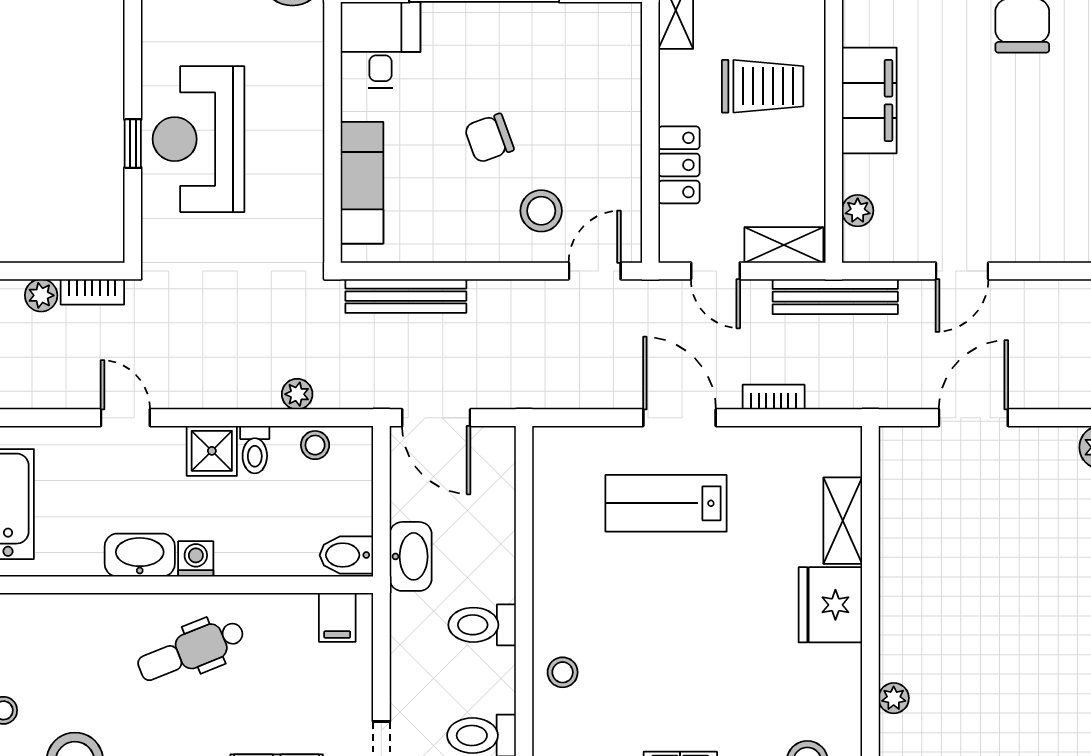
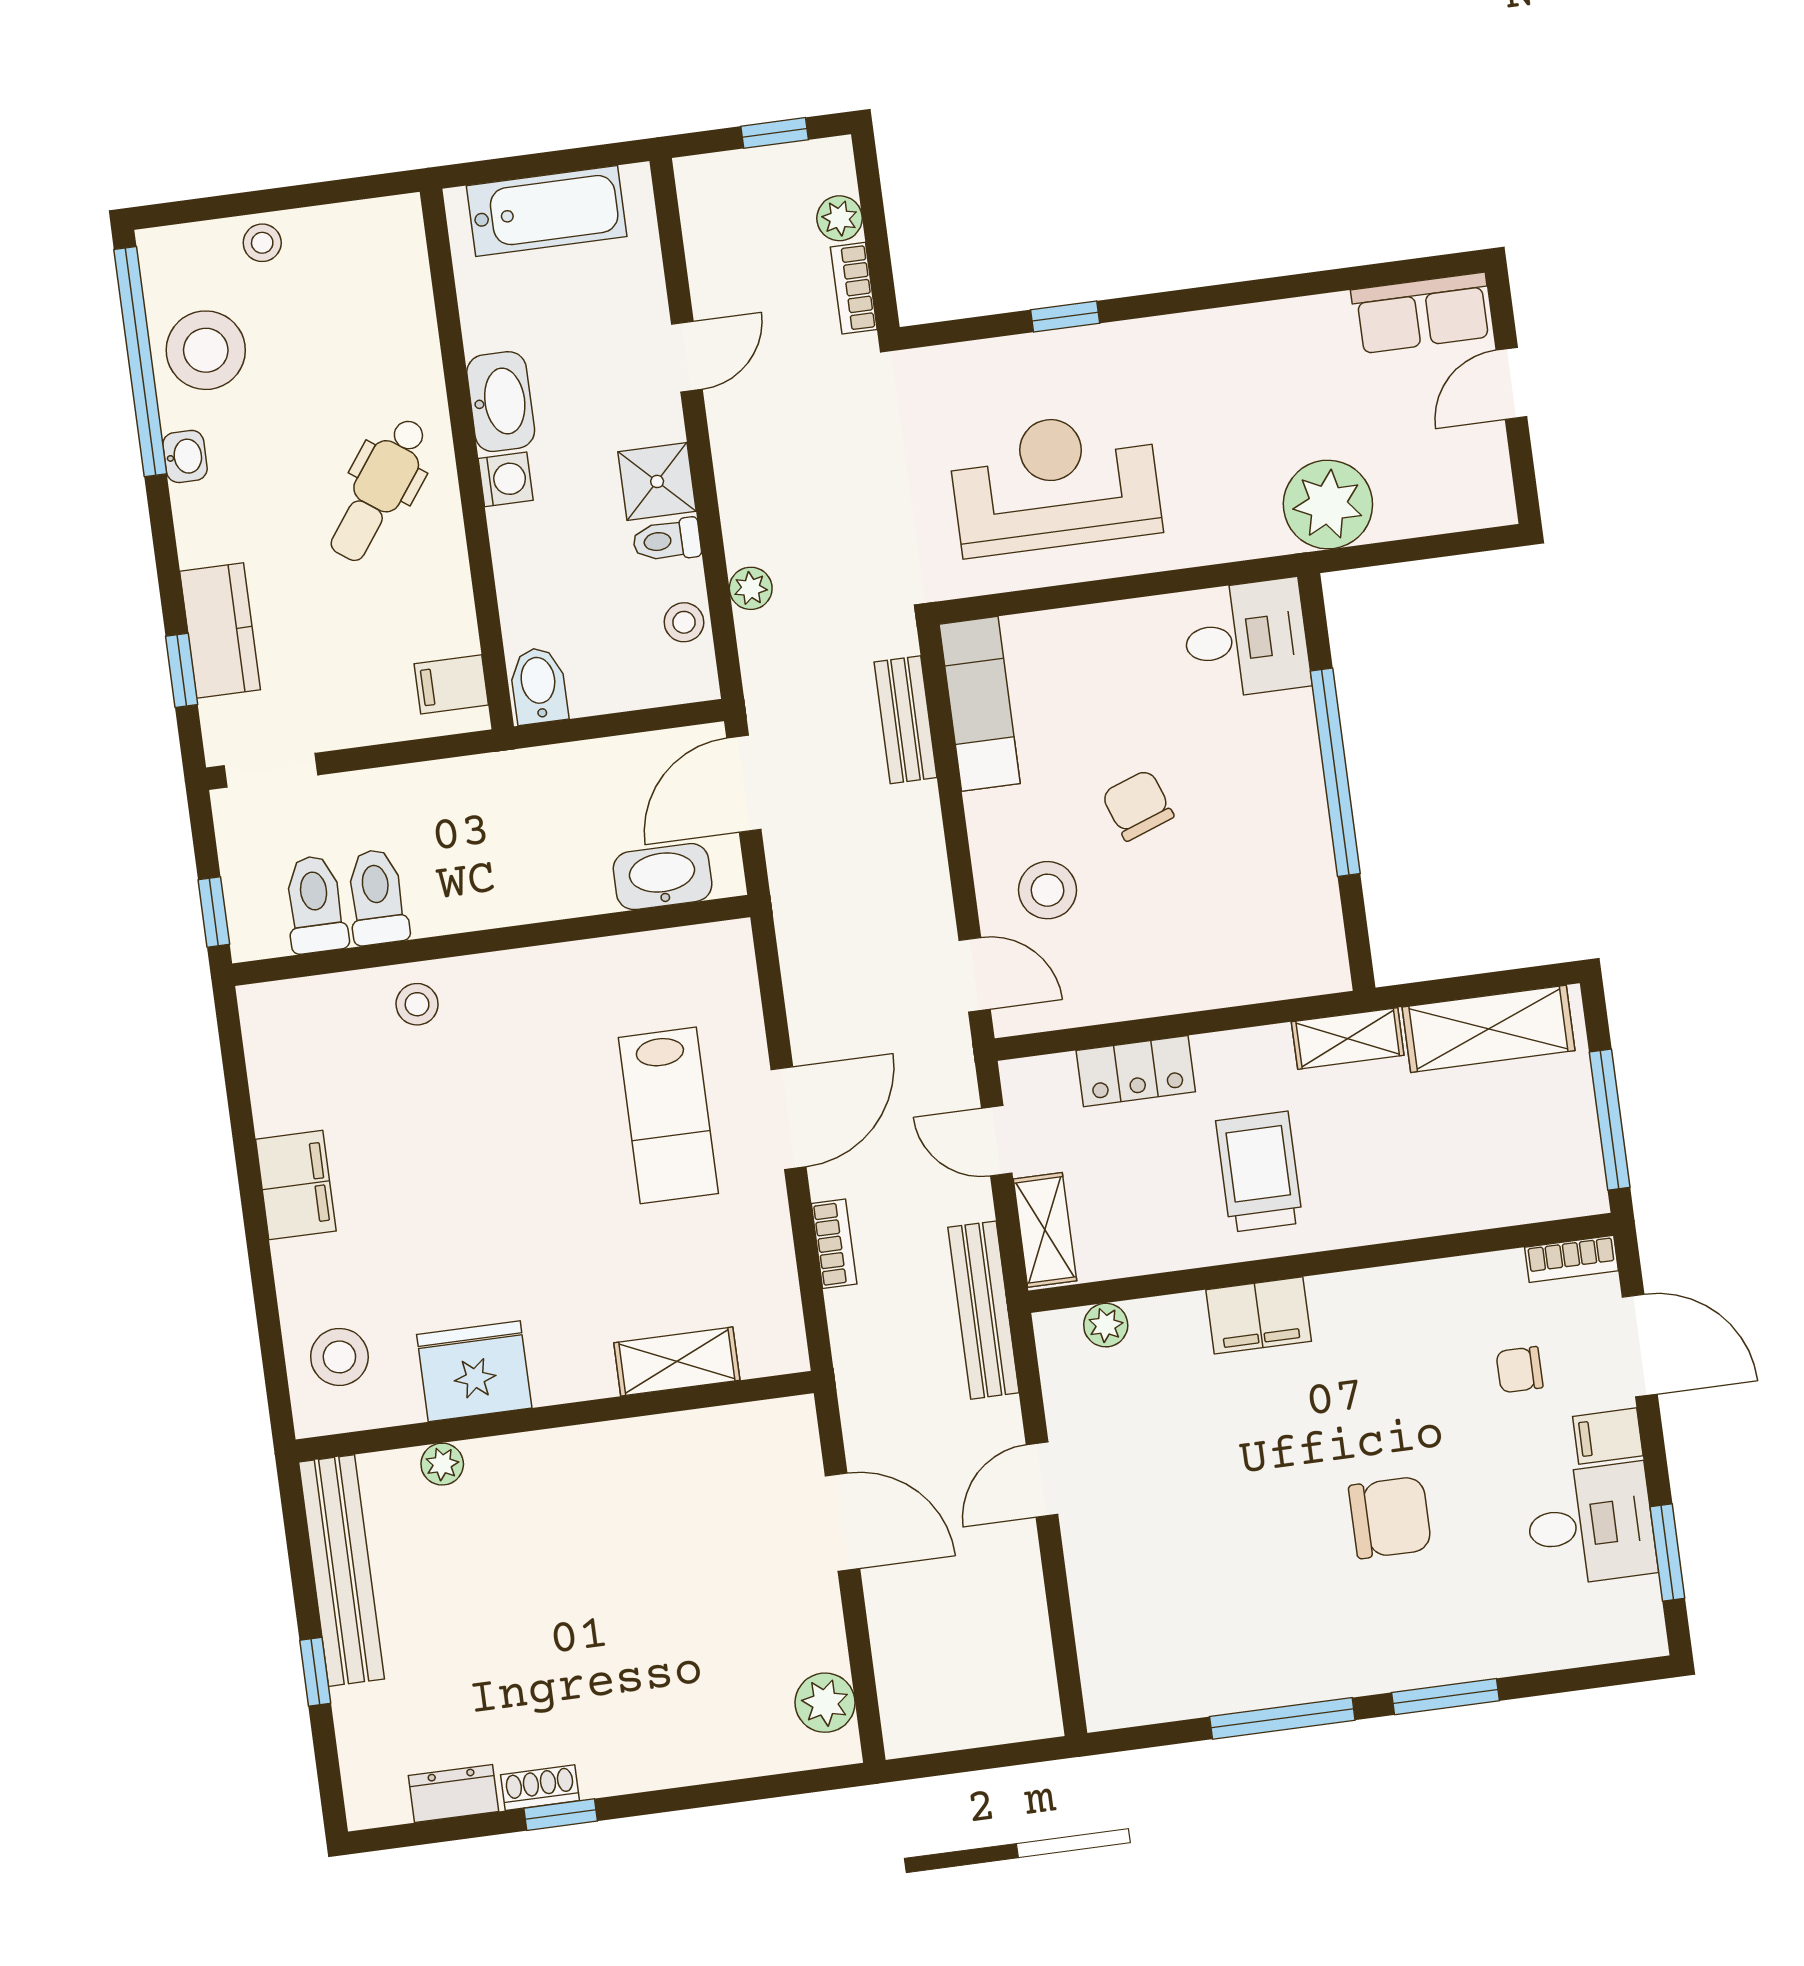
trolley: (763, 86) -> (1259, 1172), turned 180
filing cabinet: (869, 100) -> (1259, 1315), width x0.67, depth x0.86
reception desk: (199, 139) -> (1055, 483), moved
exam couch: (362, 183) -> (980, 704), moved, turned -90
door: (715, 271) -> (997, 1141), hinge flipped
door: (962, 271) -> (1042, 1480), hinge flipped
bench: (406, 296) -> (905, 720), width x0.73
lab bench: (666, 503) -> (668, 1115), turned 180
washbasin: (411, 556) -> (663, 877), moved, turned 180
fridge: (830, 605) -> (474, 1371), moved
toilet: (482, 625) -> (377, 897), moved
dental chair: (191, 650) -> (379, 490), turned -122

